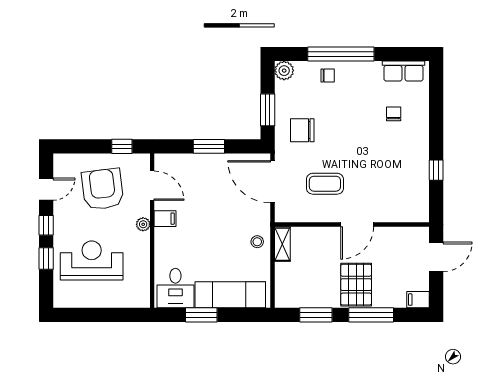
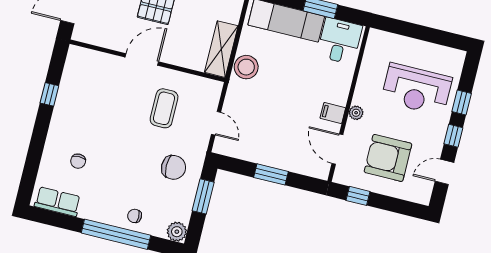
door: (272, 182) -> (216, 123), width x0.53
coffee table: (325, 184) -> (164, 108), turned 90
armchair: (103, 189) -> (388, 158), turned 97
stool: (257, 242) -> (246, 67), width x1.89, depth x1.89
shelving: (282, 244) -> (221, 49), width x1.50, depth x1.33

